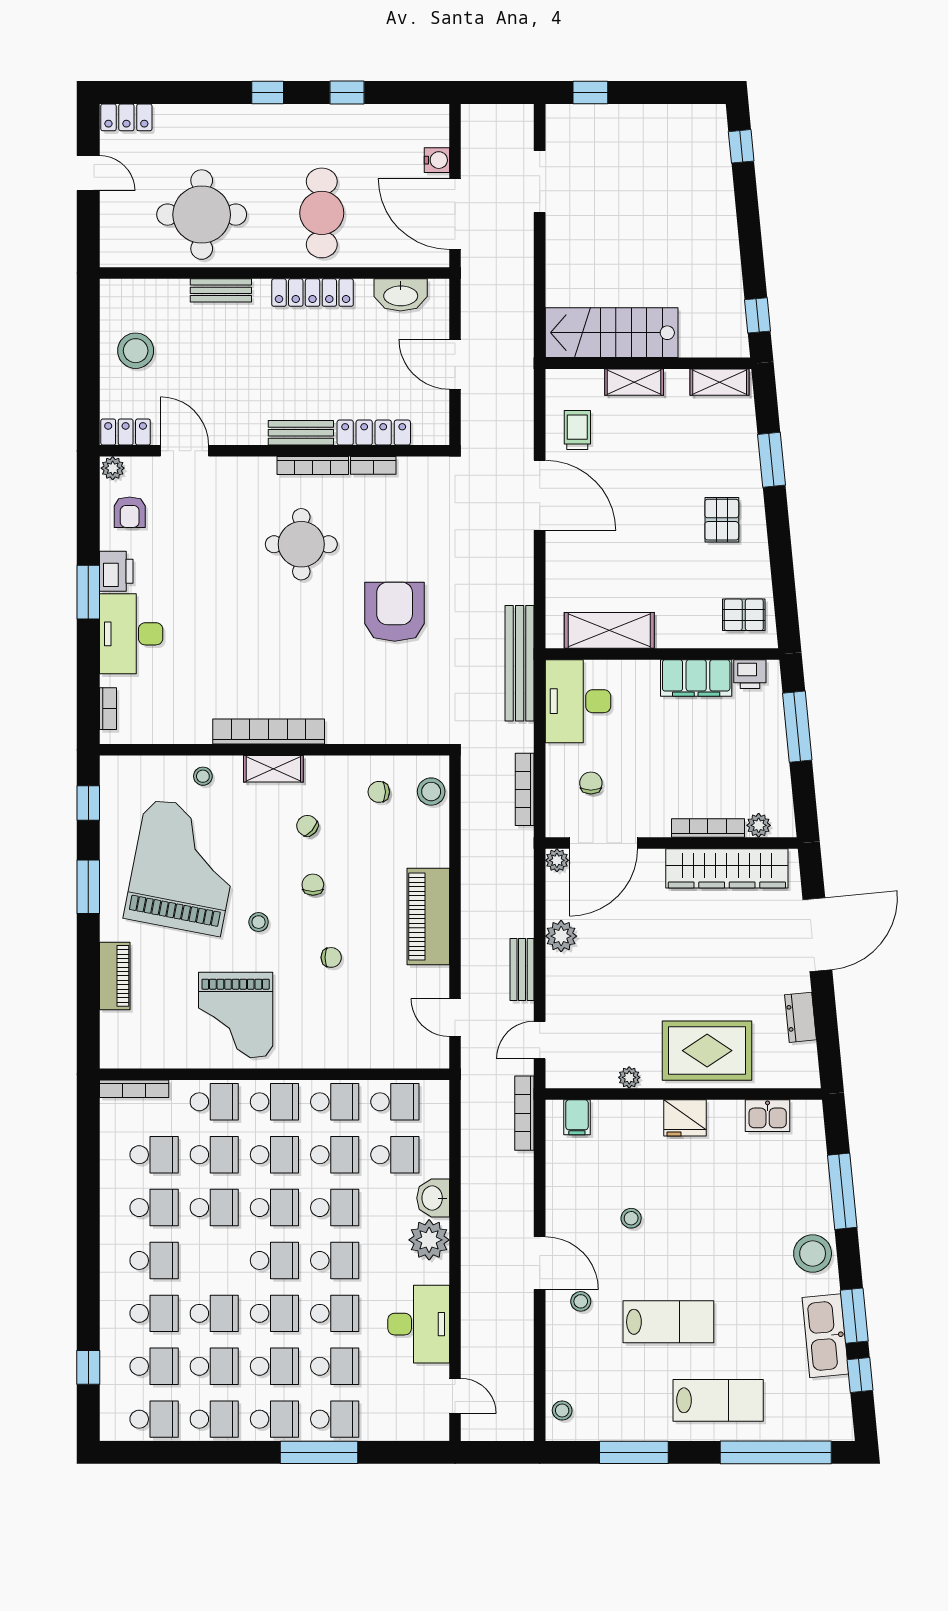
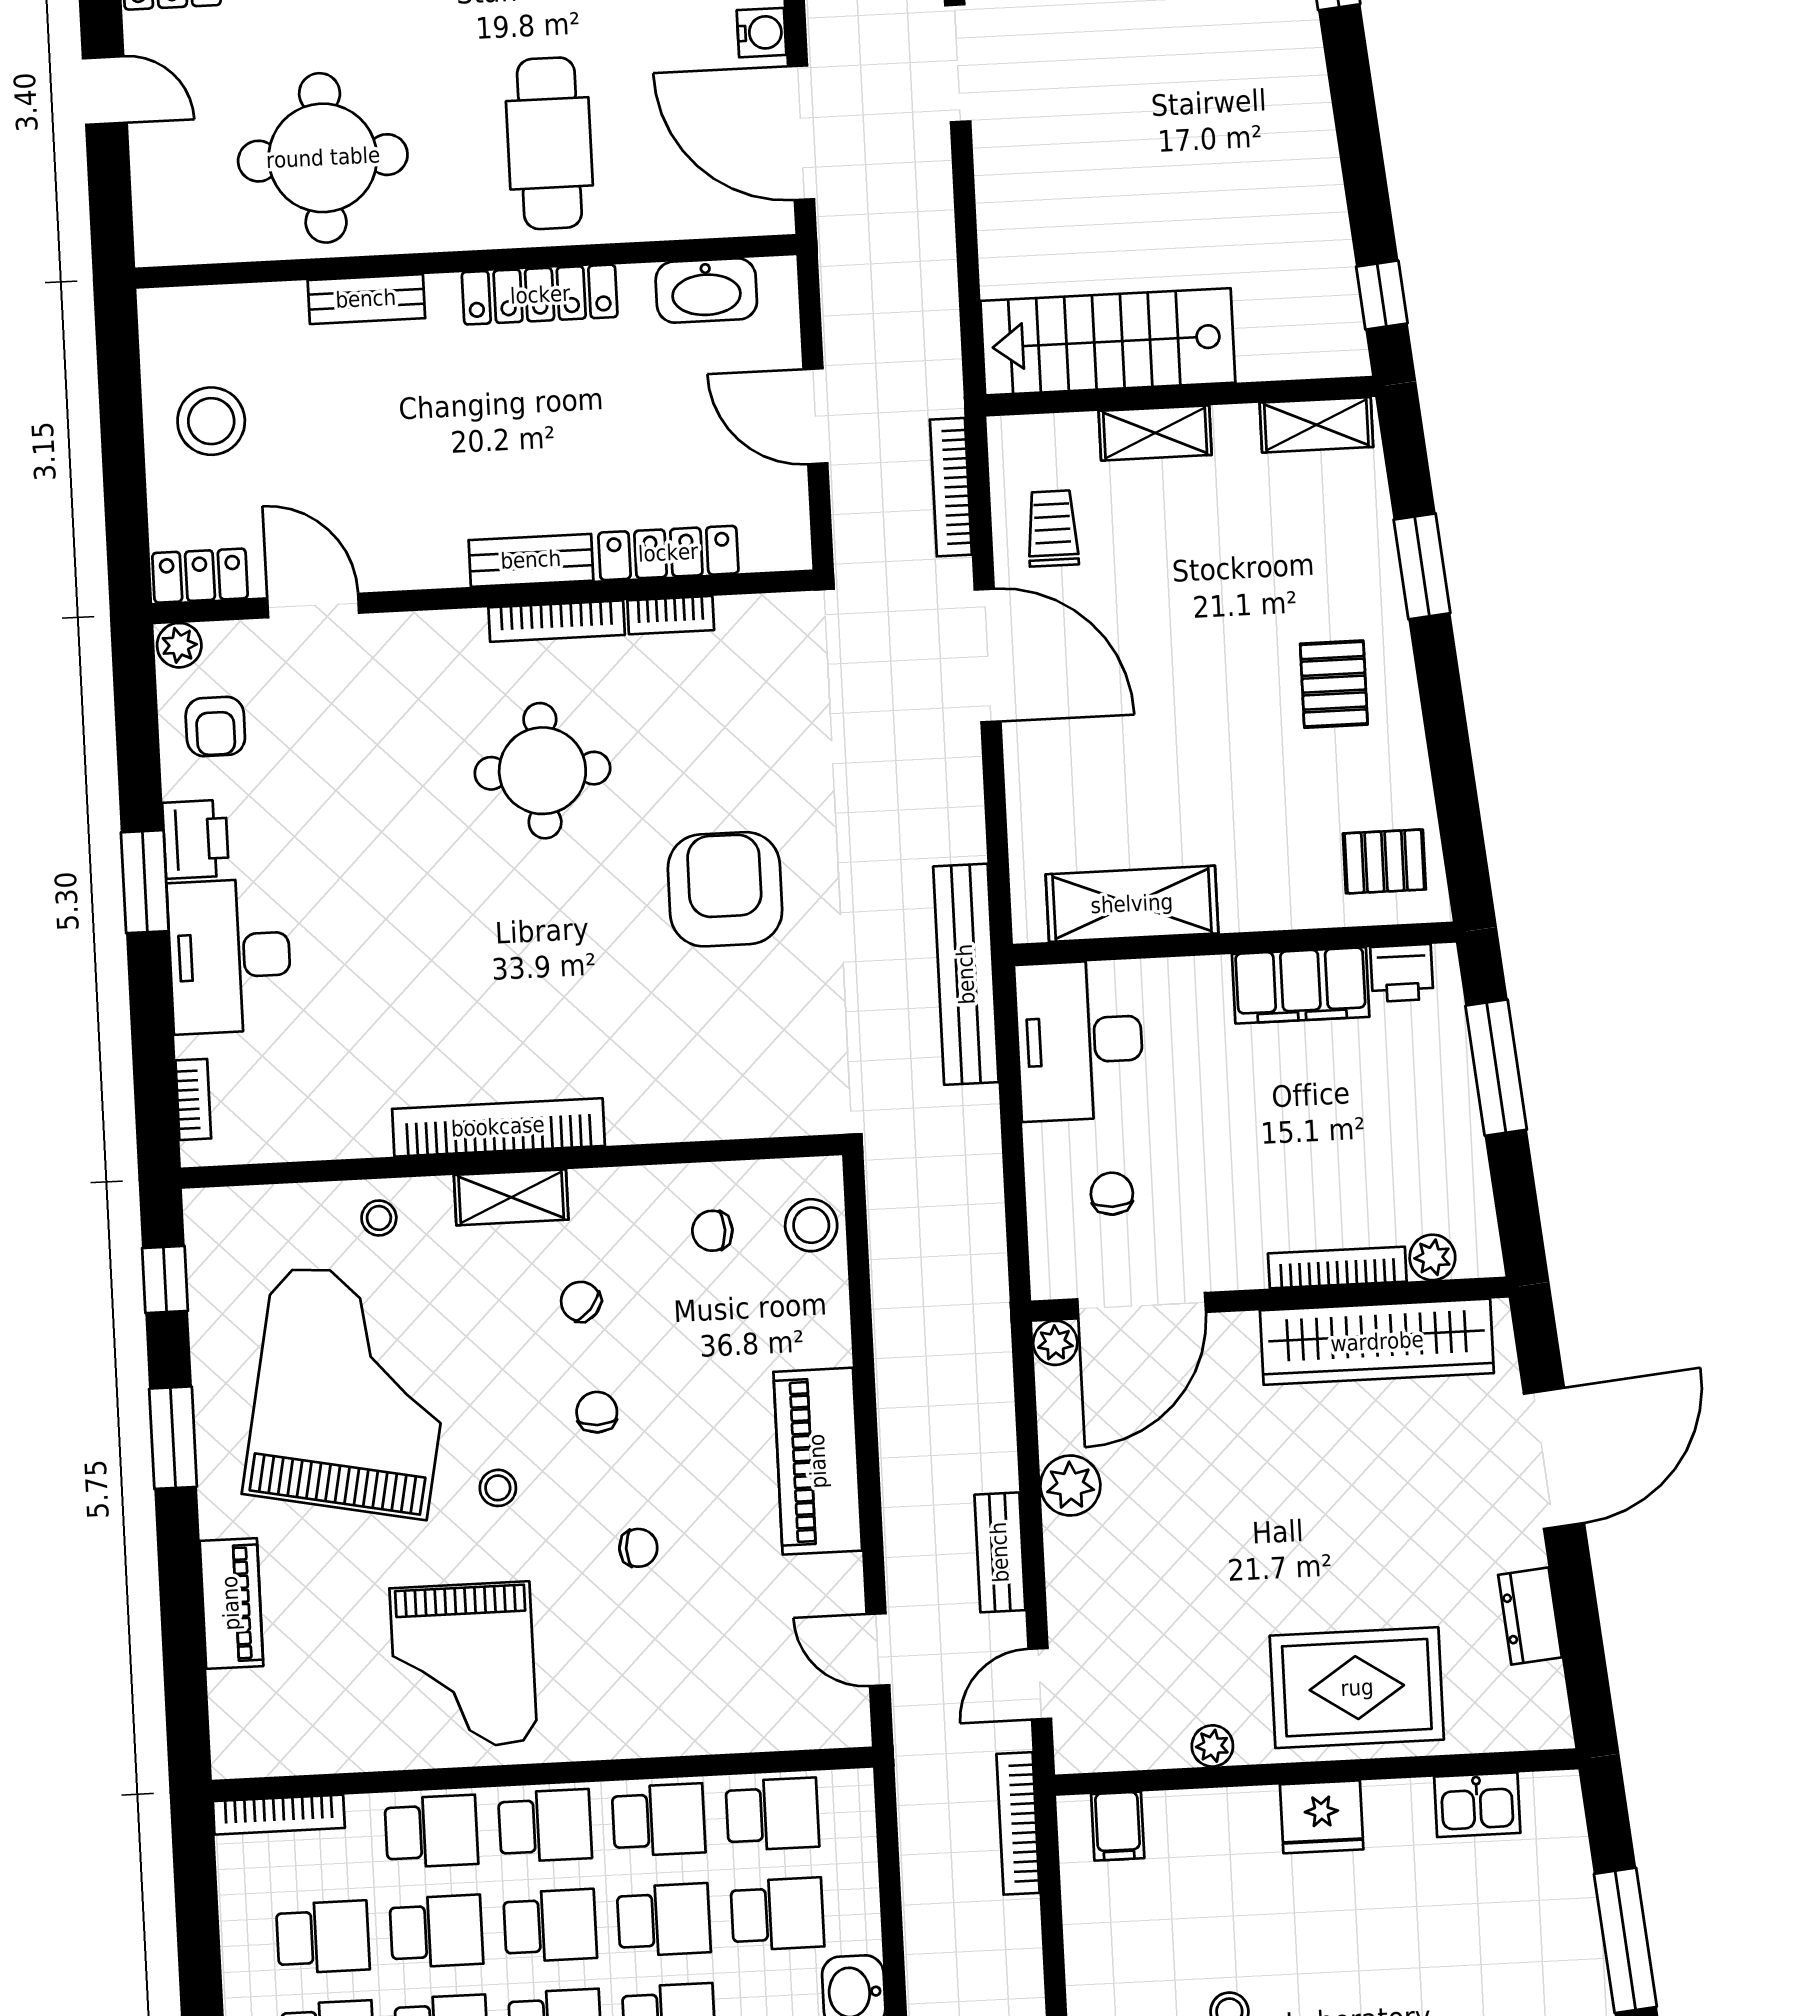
bookcase: (525, 789) -> (951, 487), moved

